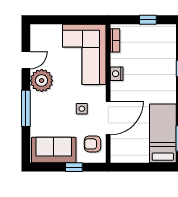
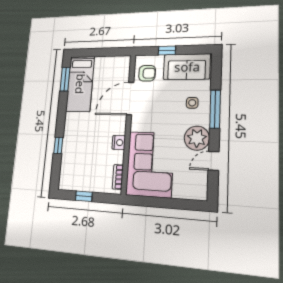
side table: (82, 109) -> (192, 103), moved

